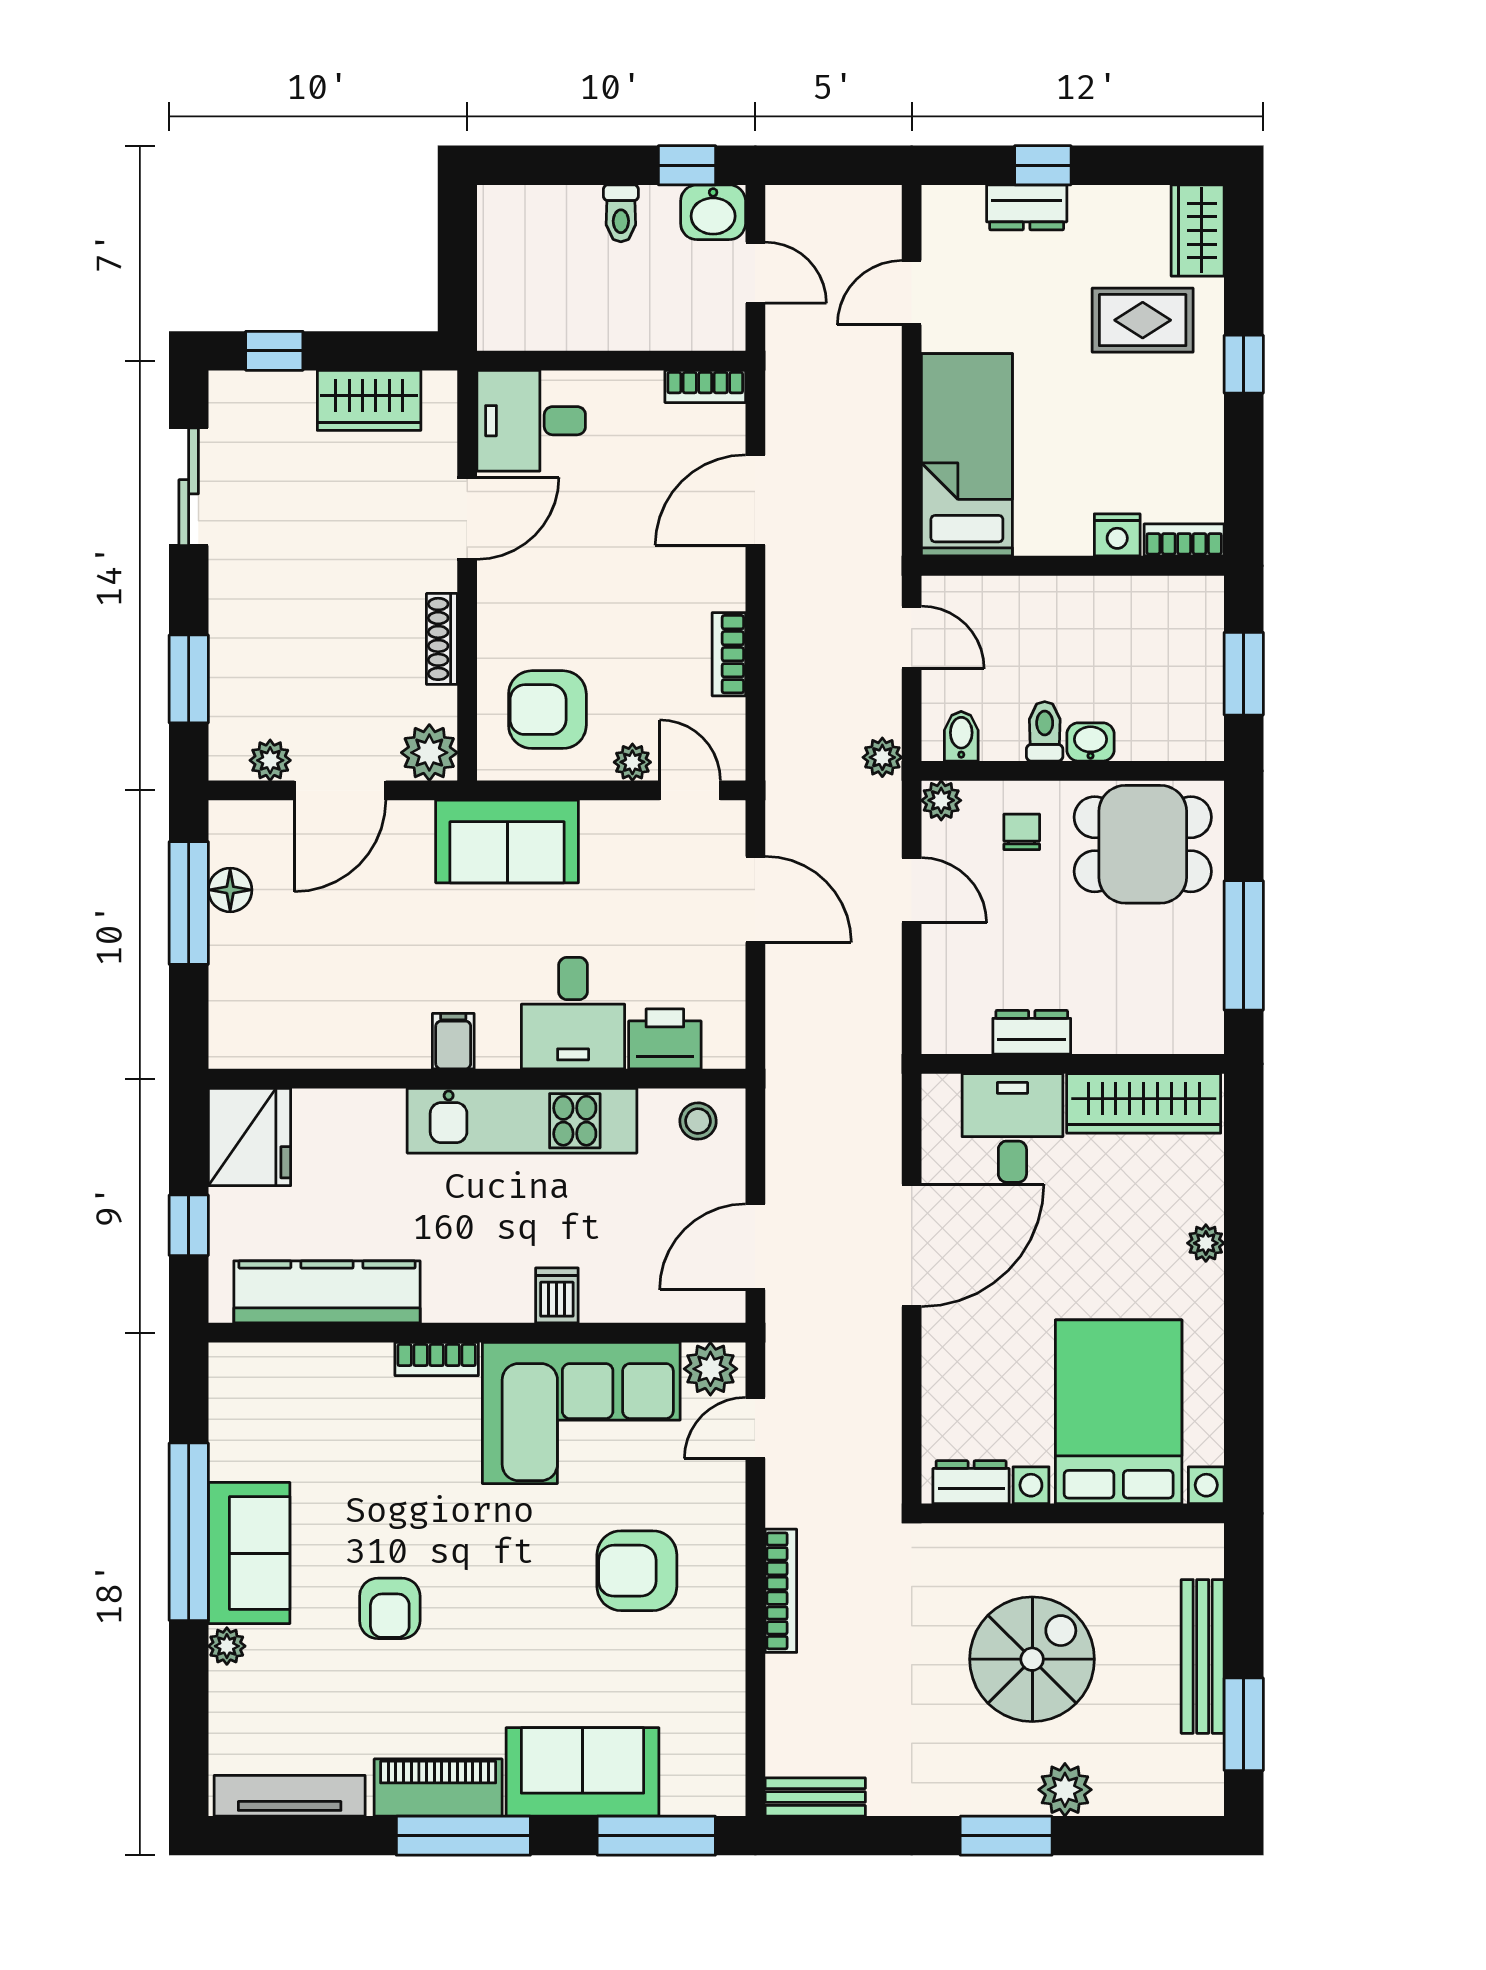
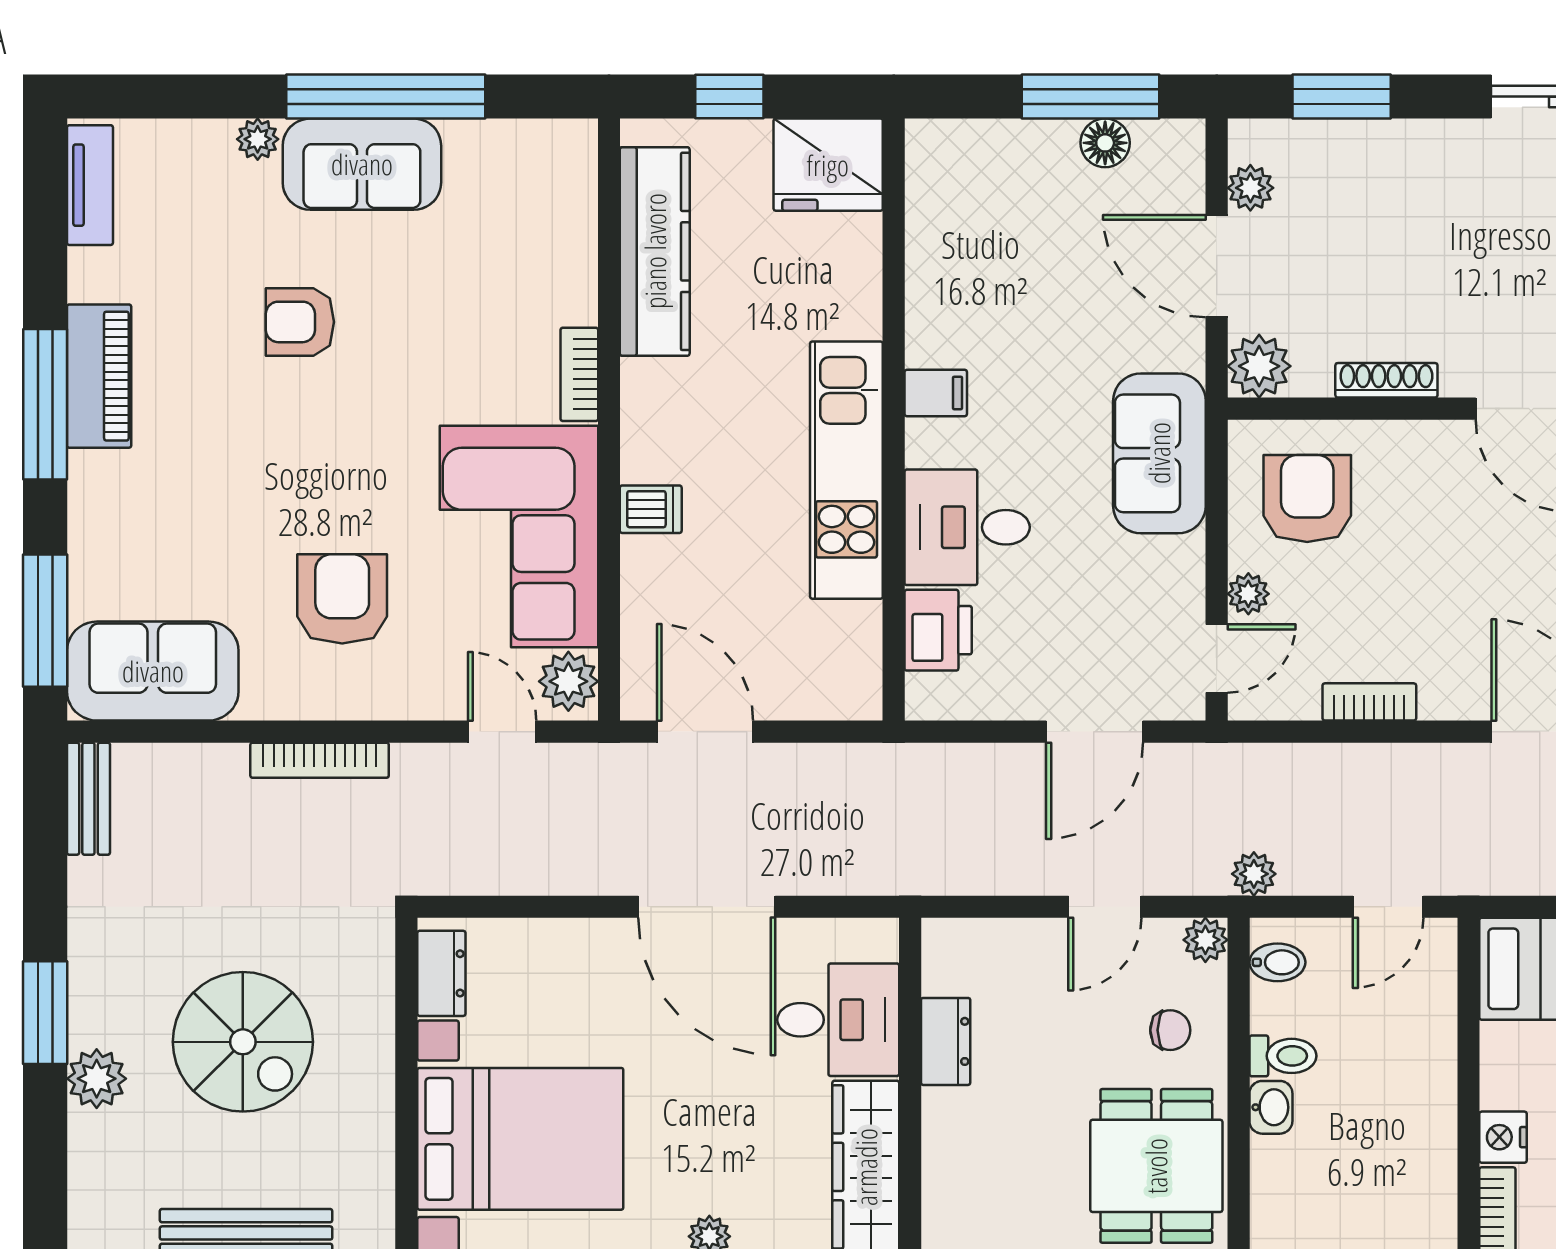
stool: (698, 1121) -> (846, 667), removed
sofa: (583, 1772) -> (153, 671), moved, turned -90
tv unit: (290, 1796) -> (90, 185), width x0.71

